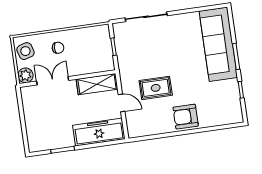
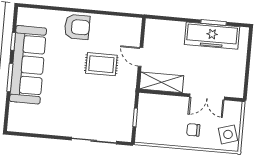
sofa: (218, 44) -> (28, 65), moved
plant: (25, 75) -> (234, 109), removed
freezer: (99, 132) -> (212, 36), moved

